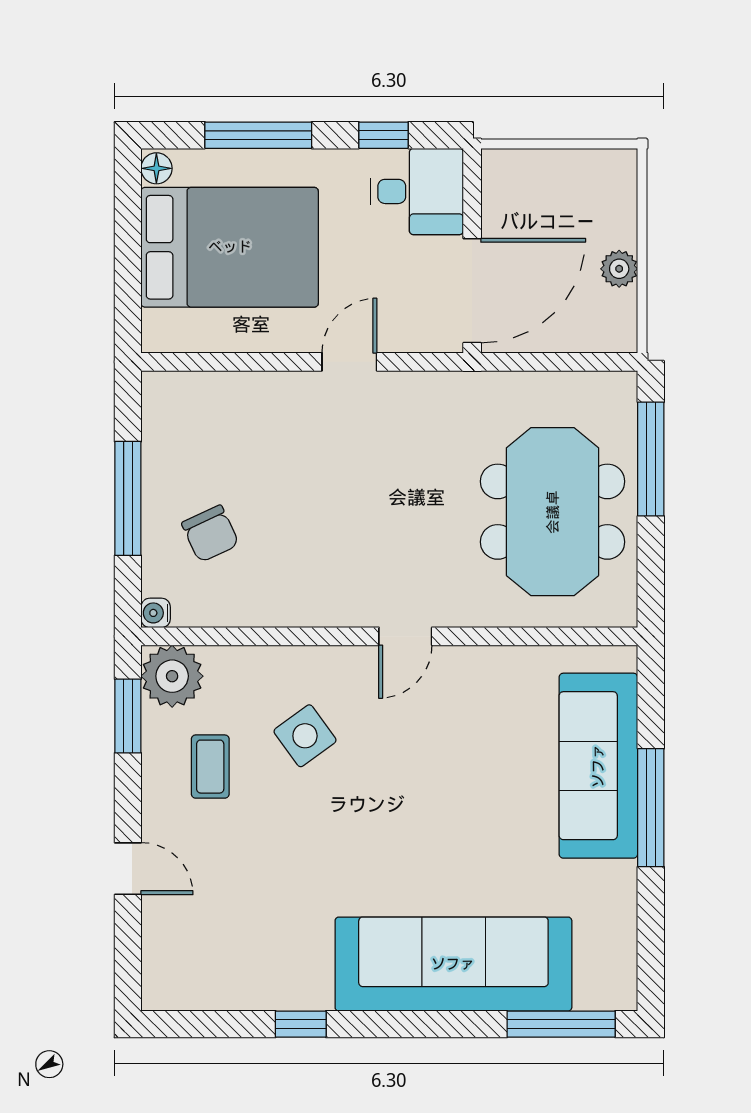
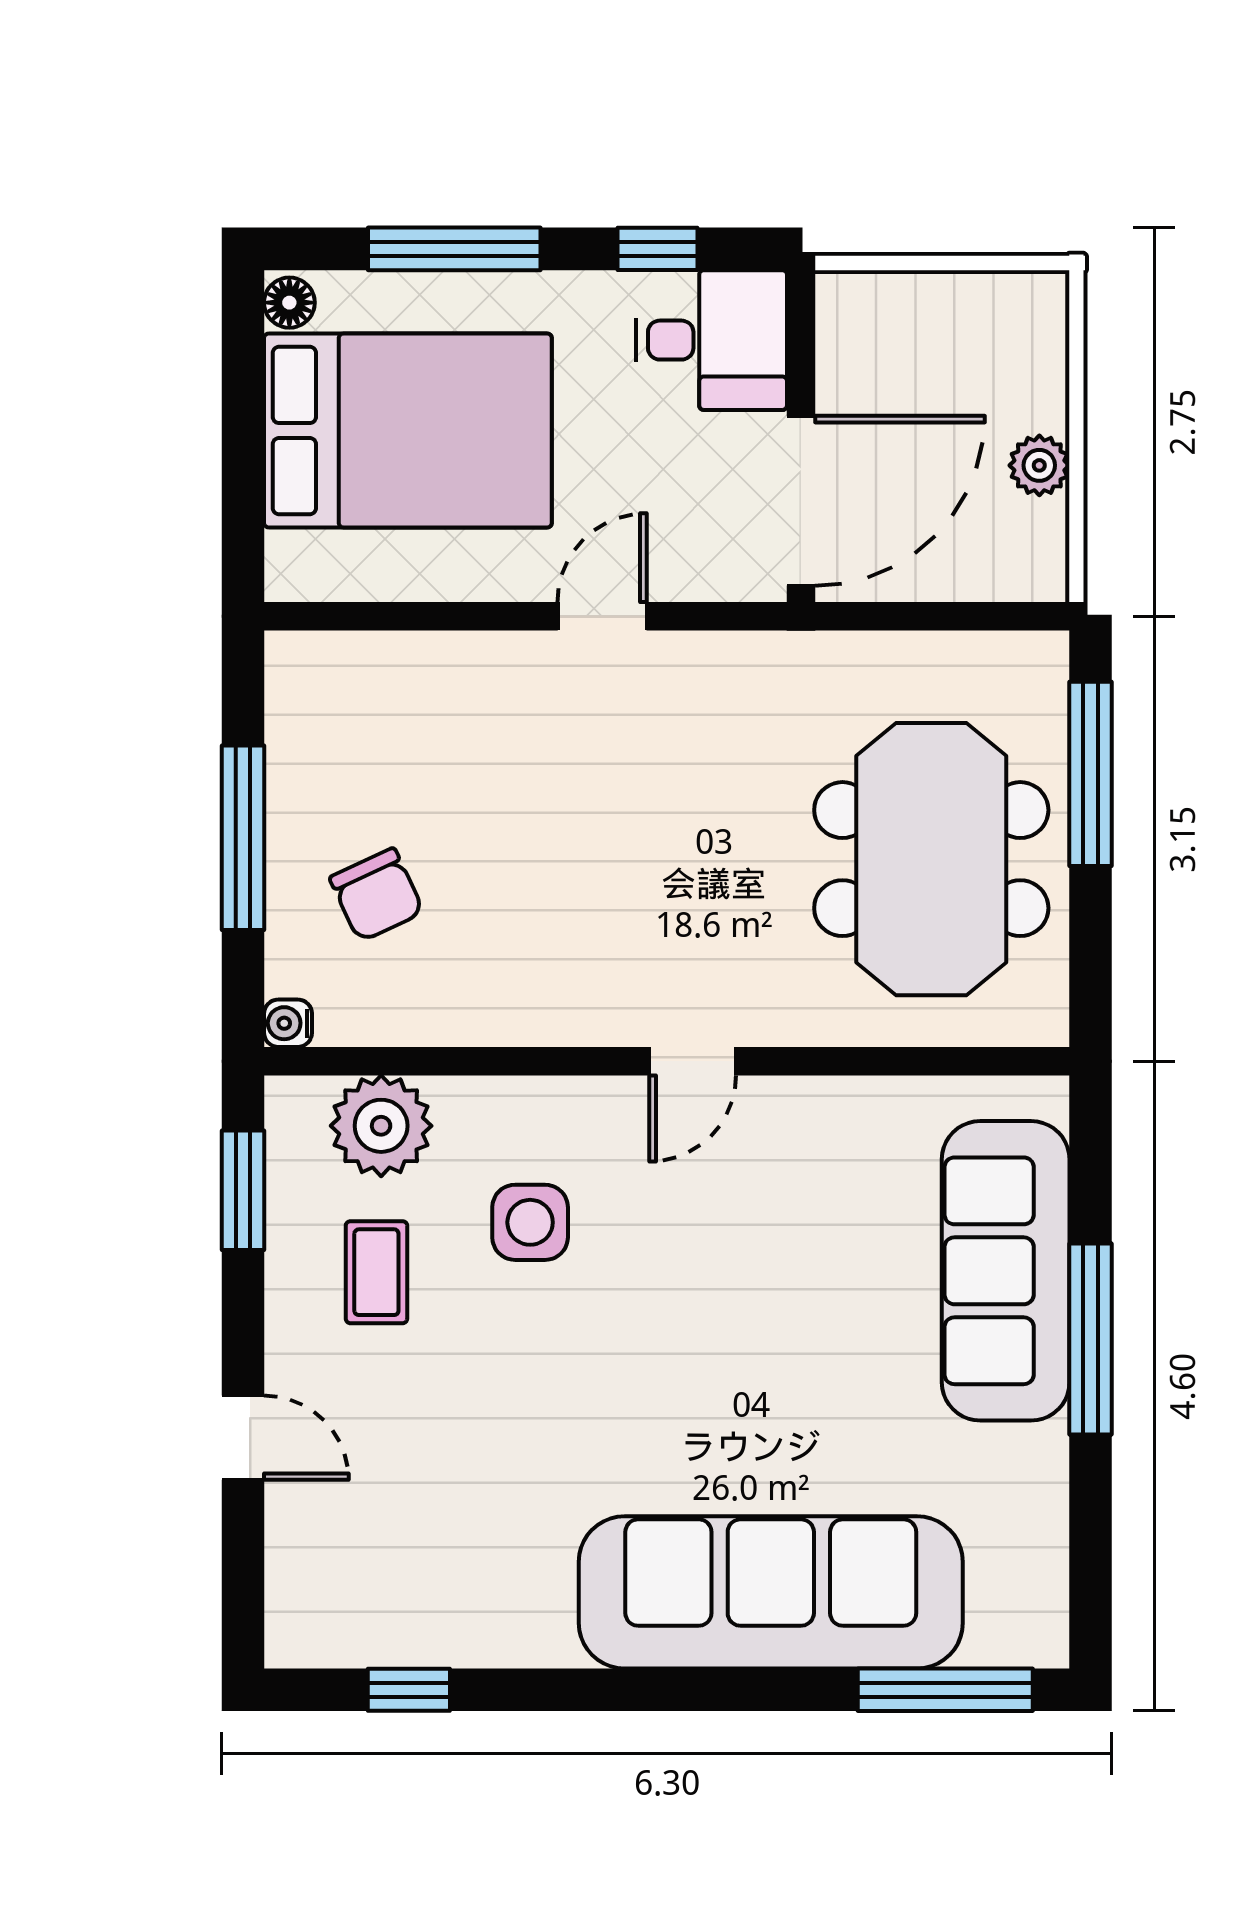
plant: (172, 676) -> (381, 1126), moved
side table: (305, 736) -> (530, 1222), turned 36
window: (301, 1024) -> (409, 1690), moved

